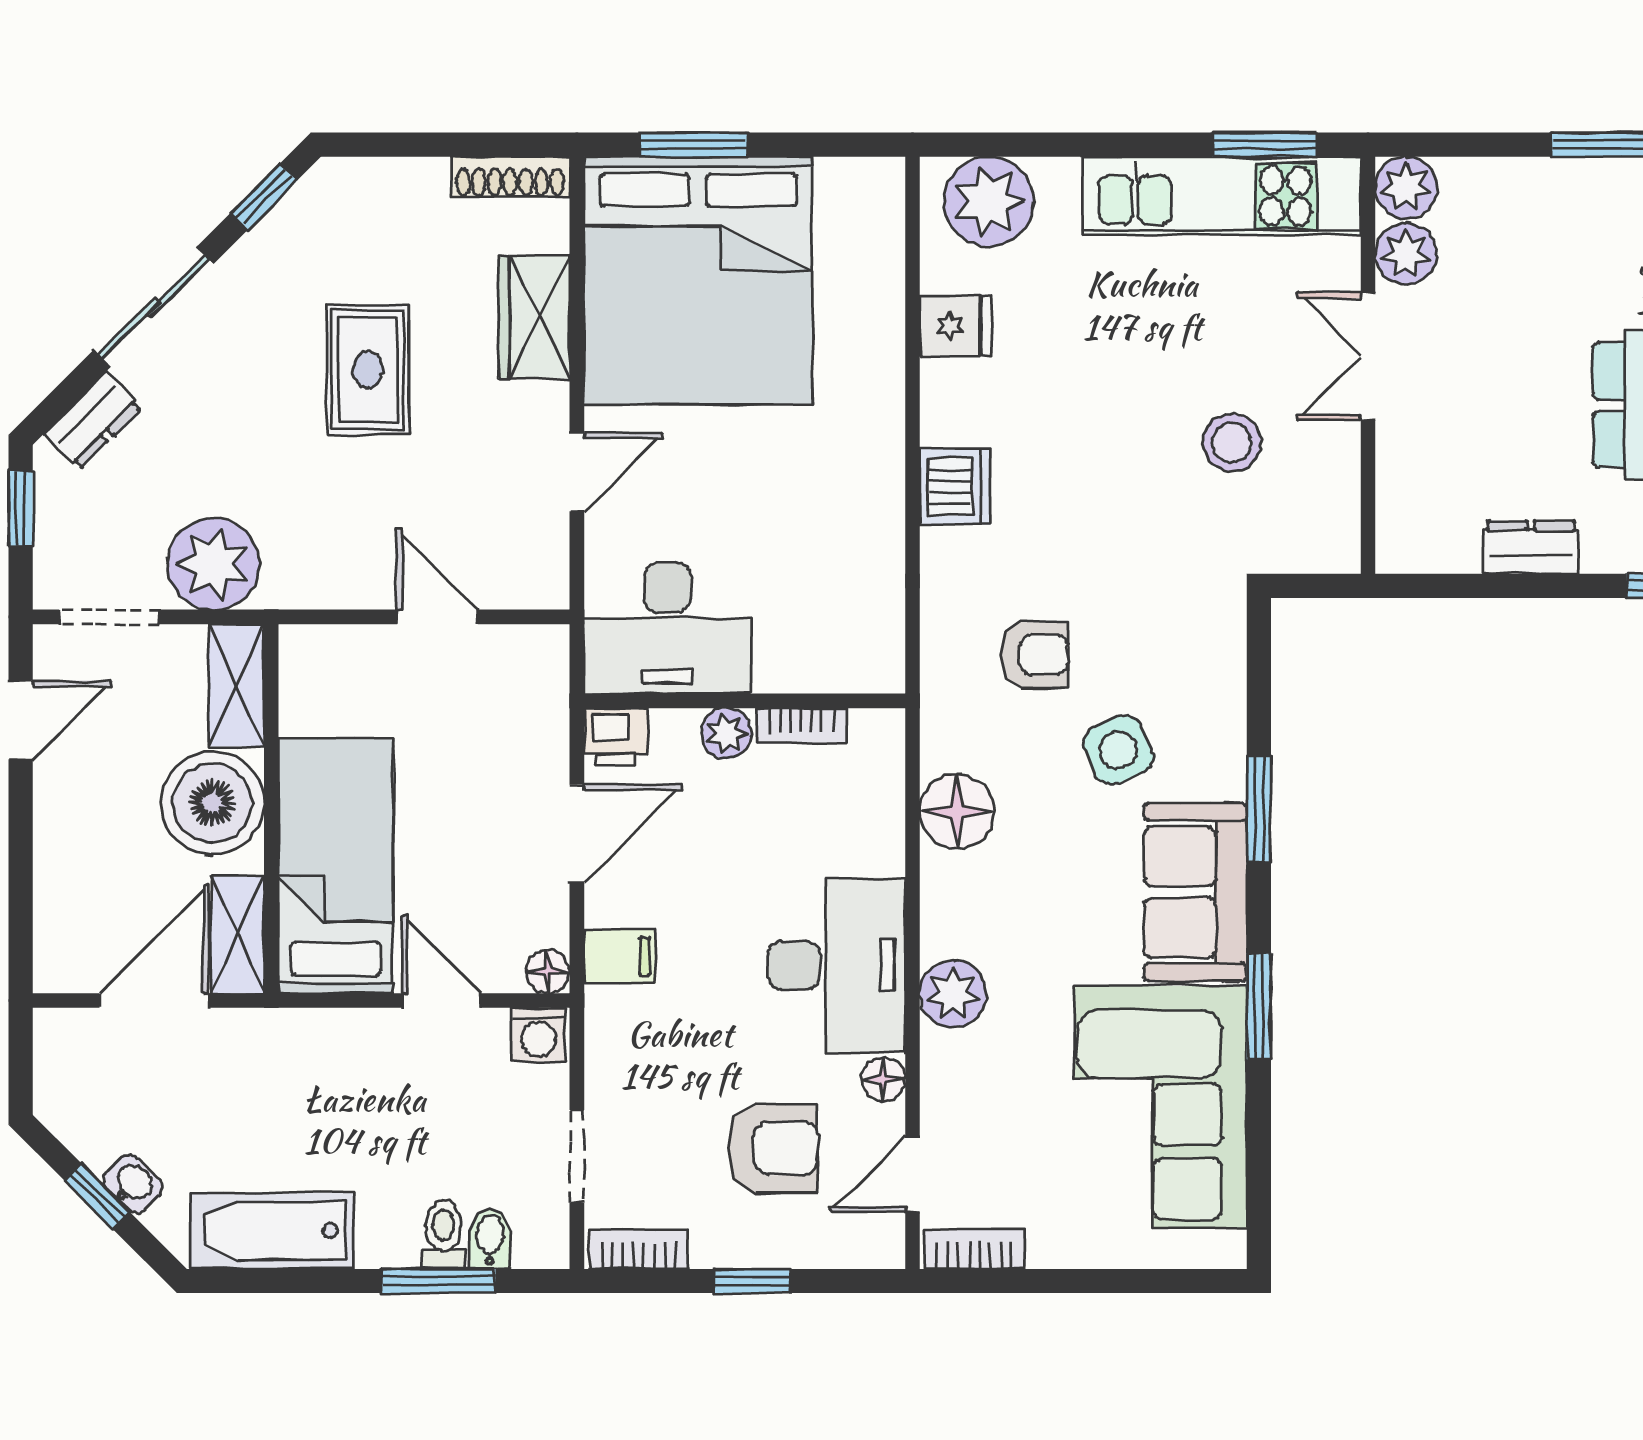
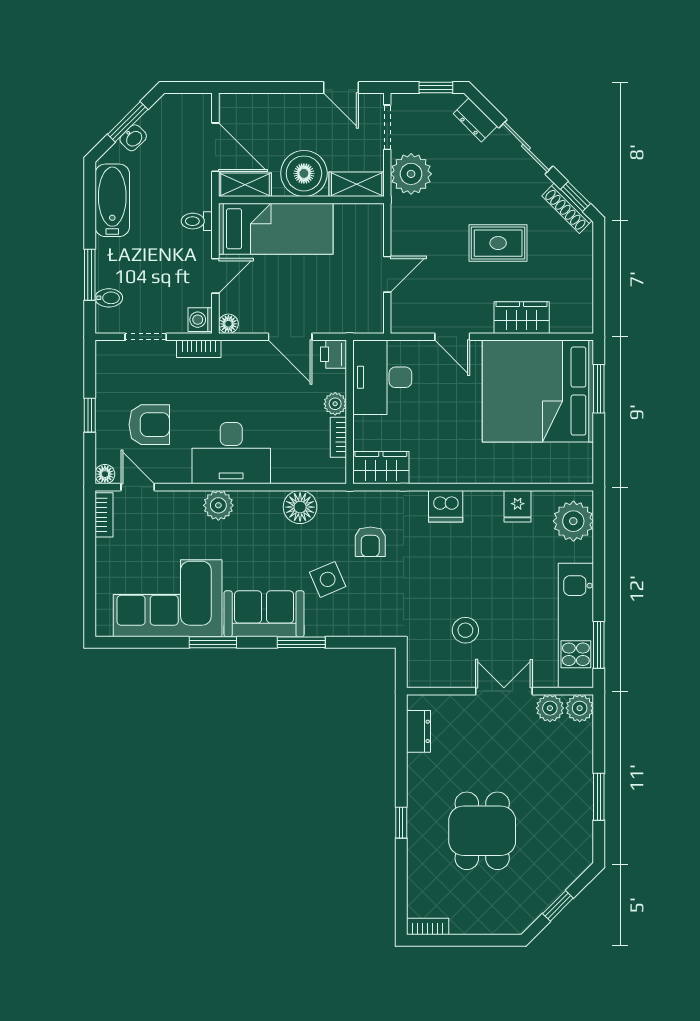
shoe rack: (510, 177) -> (567, 208), moved, turned -45
dresser: (1531, 547) -> (418, 731), moved
wardrobe: (869, 631) -> (381, 468), added
filing cabinet: (620, 956) -> (235, 356), removed
floor lamp: (883, 1079) -> (105, 474), moved
armchair: (773, 1148) -> (149, 425), turned -90
window: (97, 1196) -> (128, 122), width x1.50
toilet: (443, 1235) -> (197, 221), moved, turned 180
bookcase: (639, 1249) -> (199, 349), moved, turned 90

